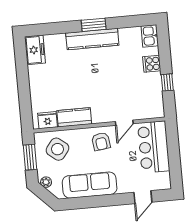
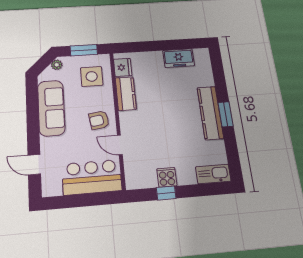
kitchen sink: (150, 36) -> (213, 174), width x1.38
freezer: (35, 50) -> (179, 58), moved
cooker: (152, 64) -> (167, 177), moved
side table: (57, 149) -> (92, 76), turned -38

